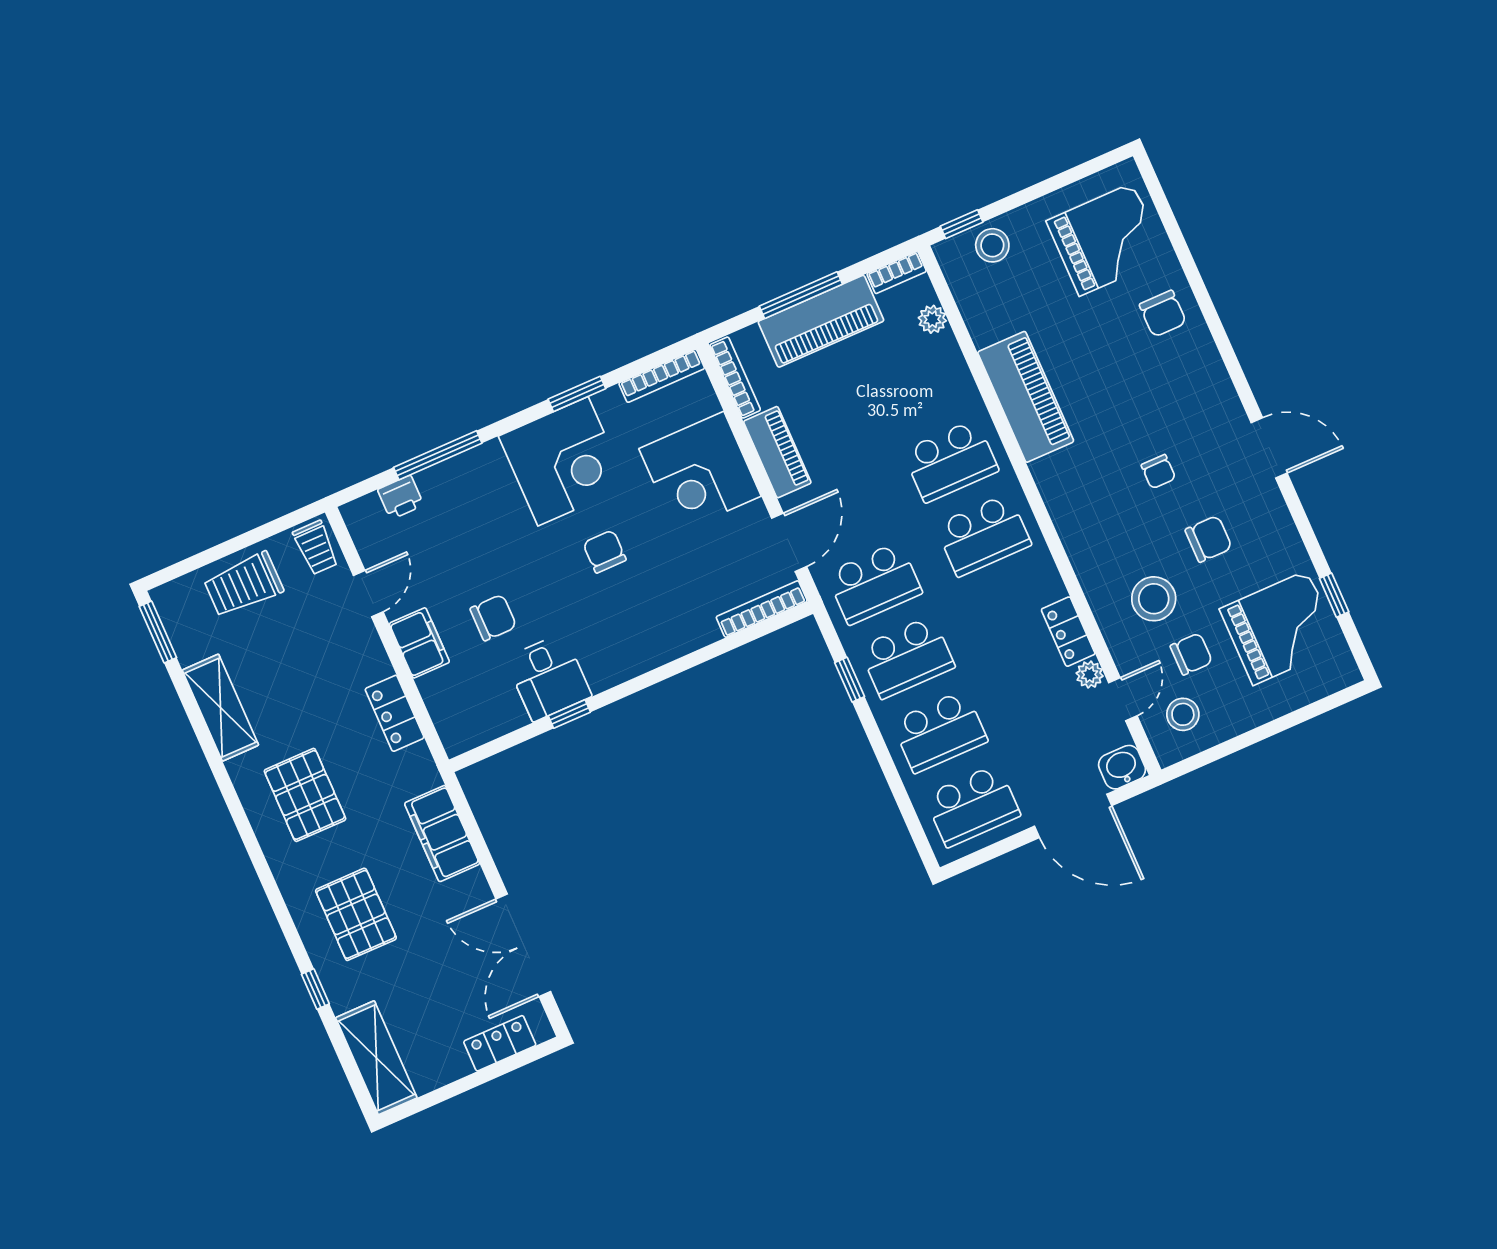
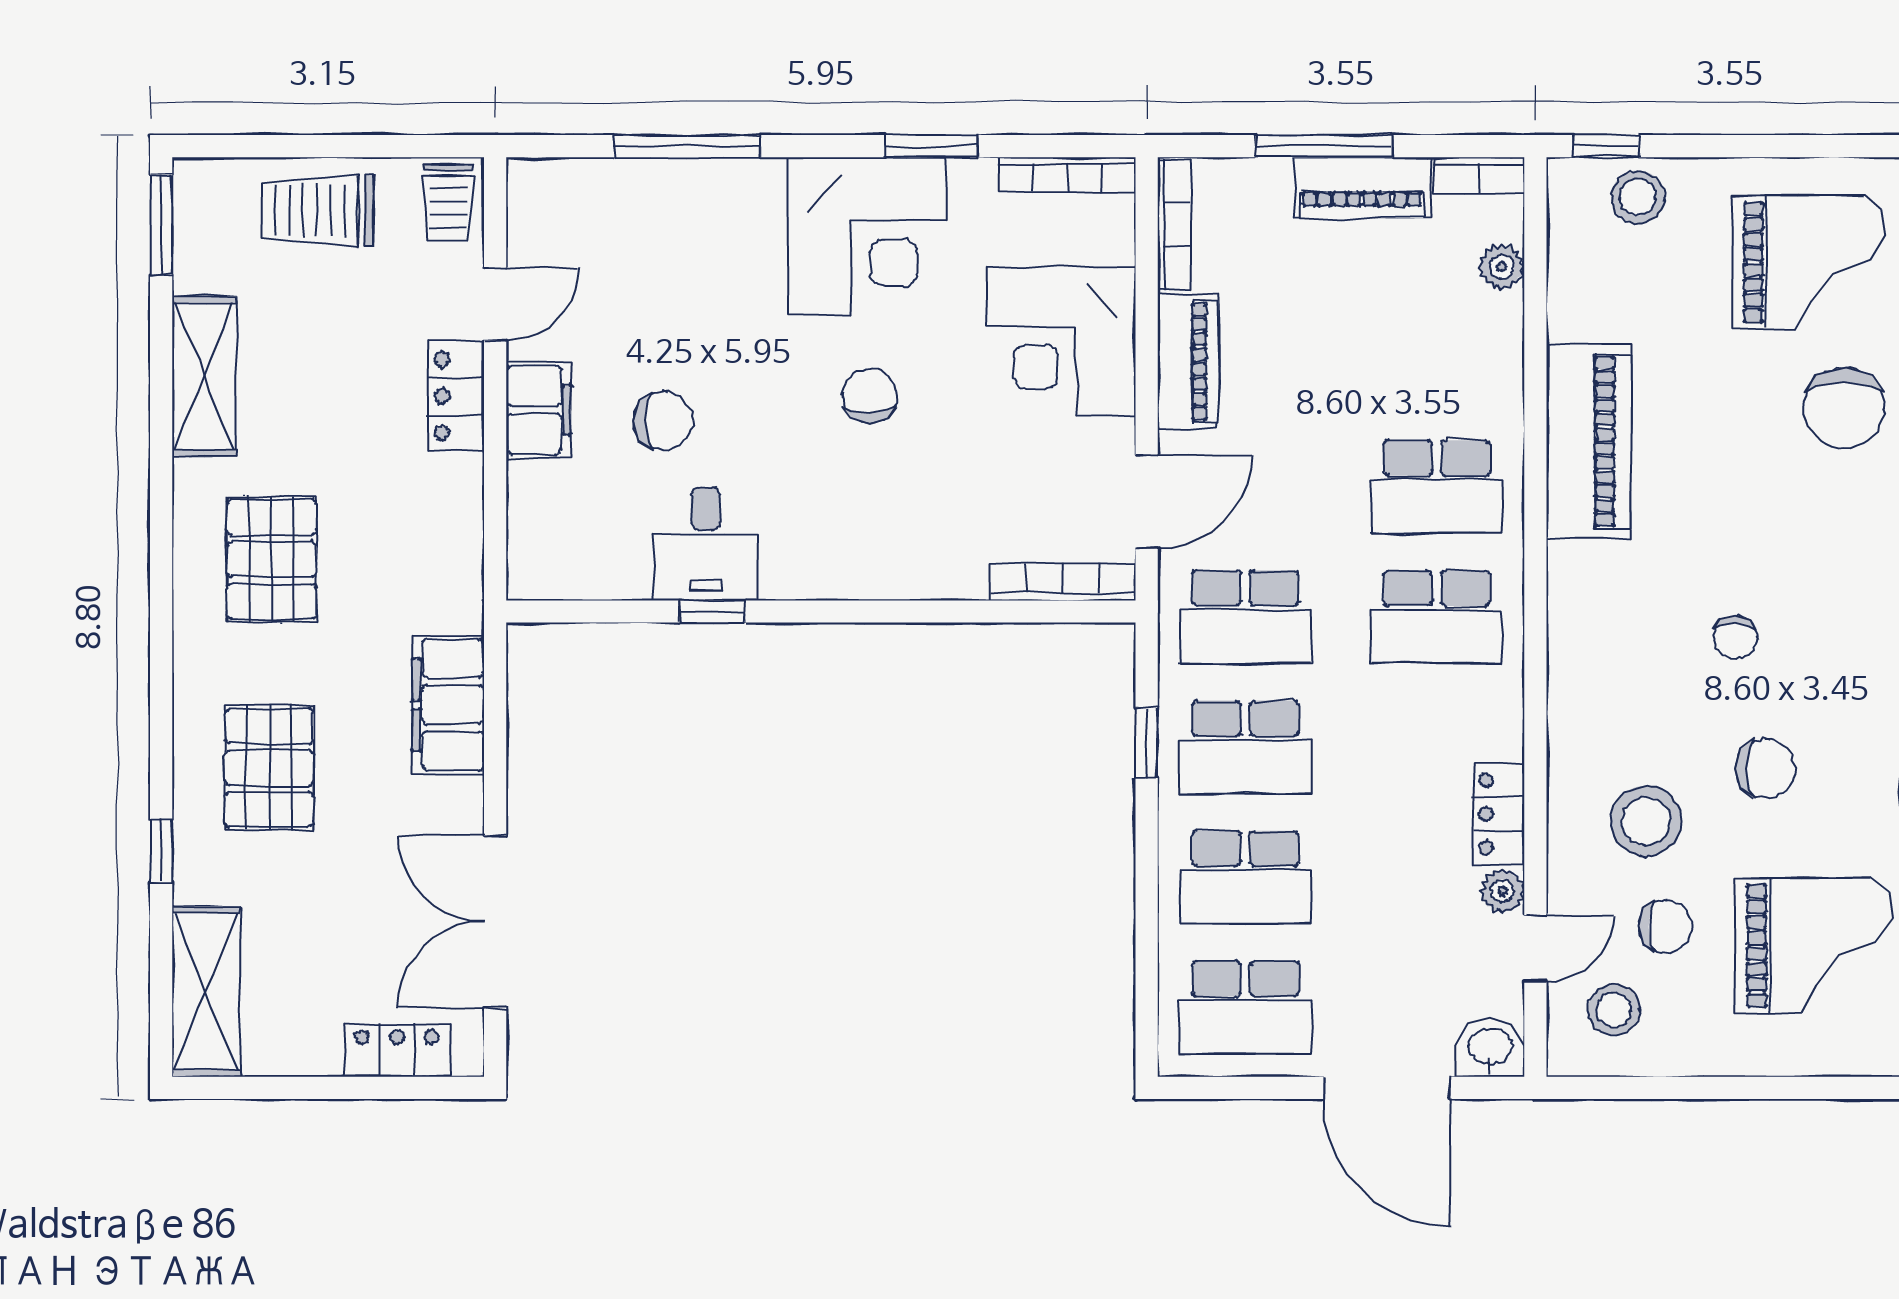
chair: (1163, 314) -> (1844, 408), width x1.37, depth x1.37
piano: (821, 321) -> (1362, 188), width x0.73, depth x0.75
printer: (401, 497) -> (605, 184), removed
locker: (395, 713) -> (456, 396), moved

